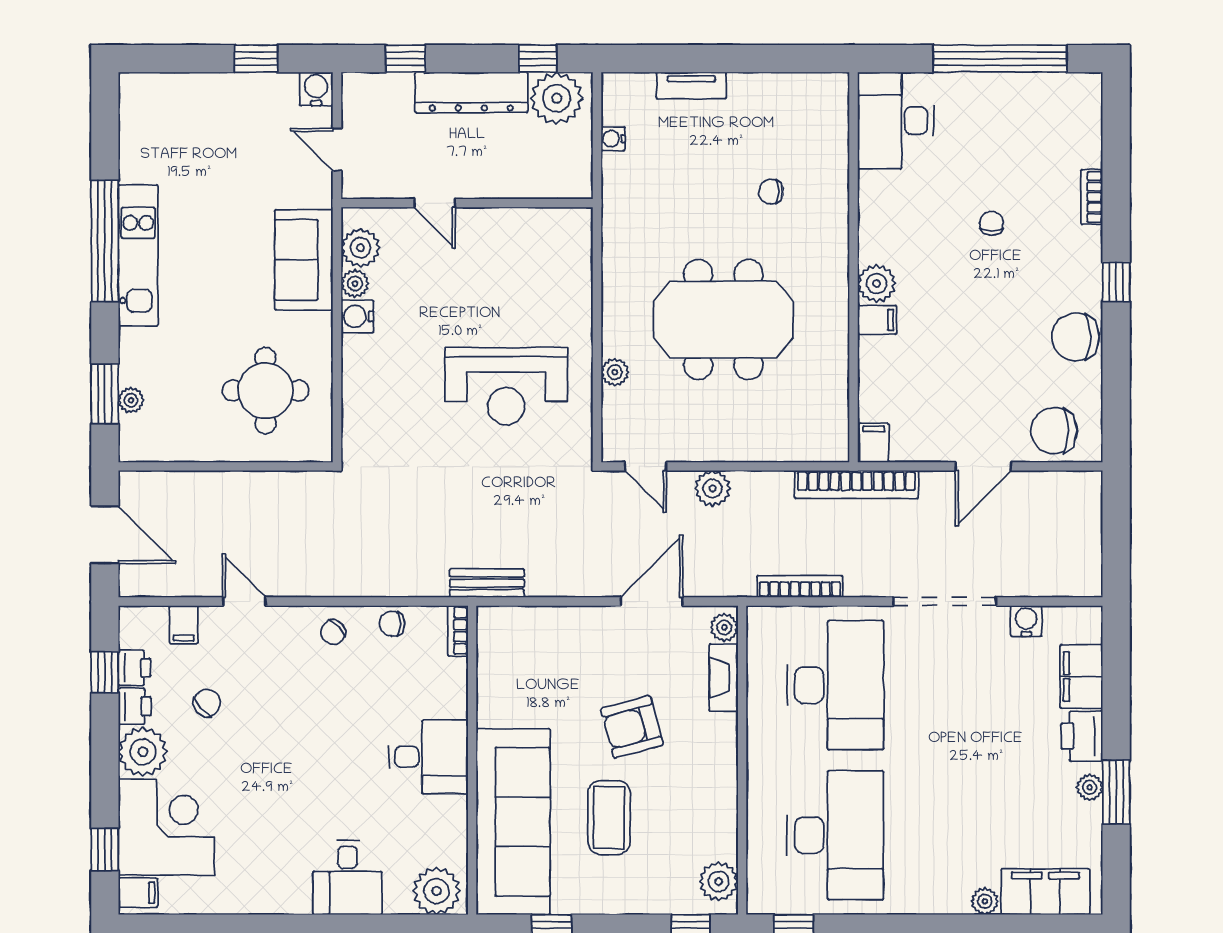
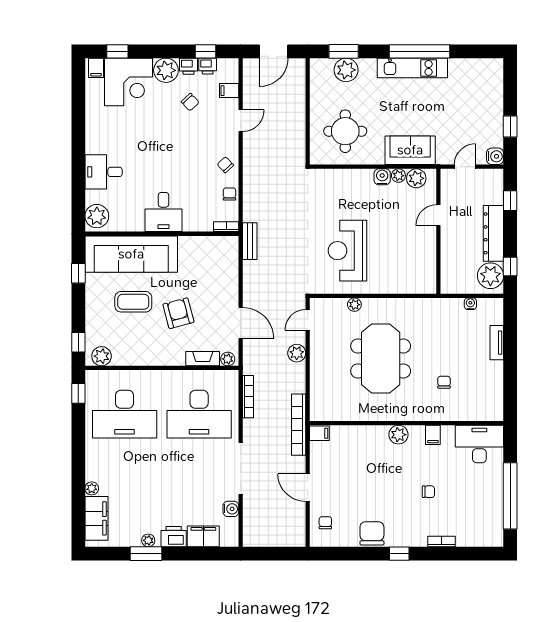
filing cabinet: (877, 320) -> (433, 435), moved
plant: (131, 400) -> (346, 70), width x1.87, depth x1.87
chair: (1054, 431) -> (325, 523), width x0.54, depth x0.54

